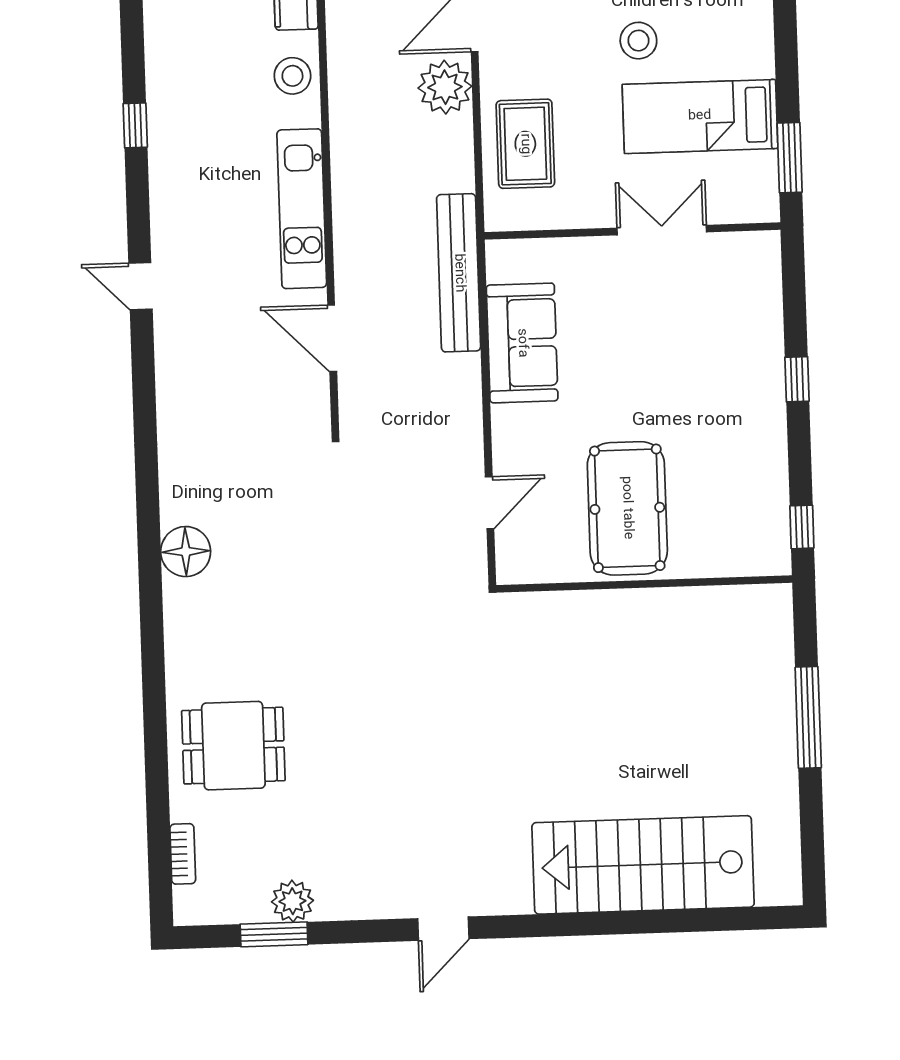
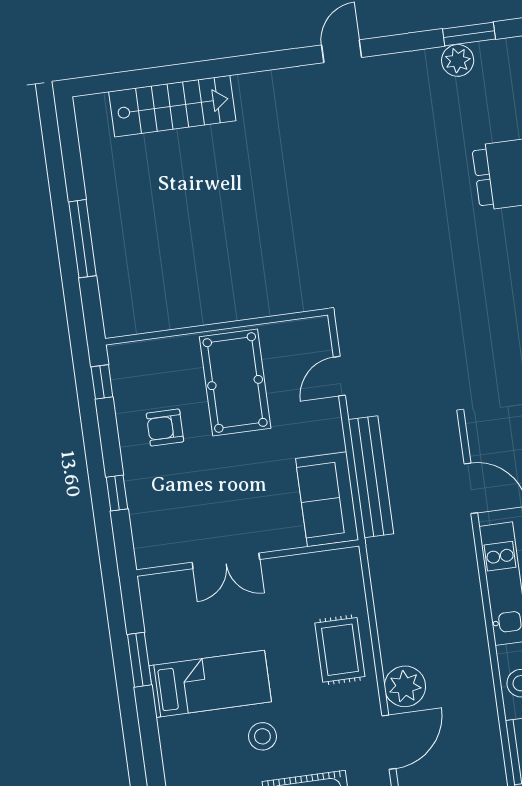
double door: (662, 230) -> (226, 561), moved
wall: (633, 231) -> (248, 558), moved
bench: (459, 273) -> (371, 477), moved
armchair: (725, 459) -> (165, 428), added
stairs: (643, 865) -> (172, 106), width x0.73, depth x0.66

